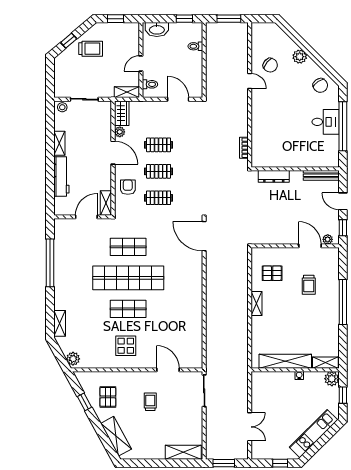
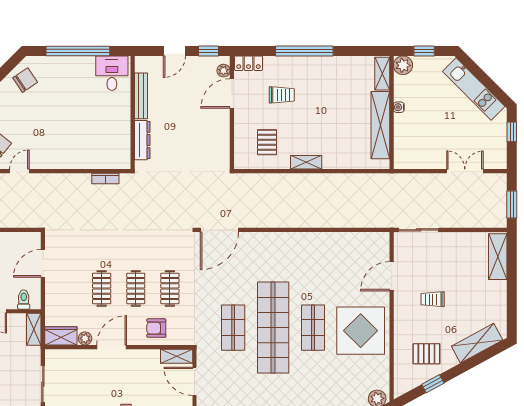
desk: (326, 122) -> (112, 73), moved
bench: (321, 175) -> (141, 96), moved
locker: (333, 259) -> (248, 63), added
display table: (126, 346) -> (361, 331), width x1.86, depth x1.86

